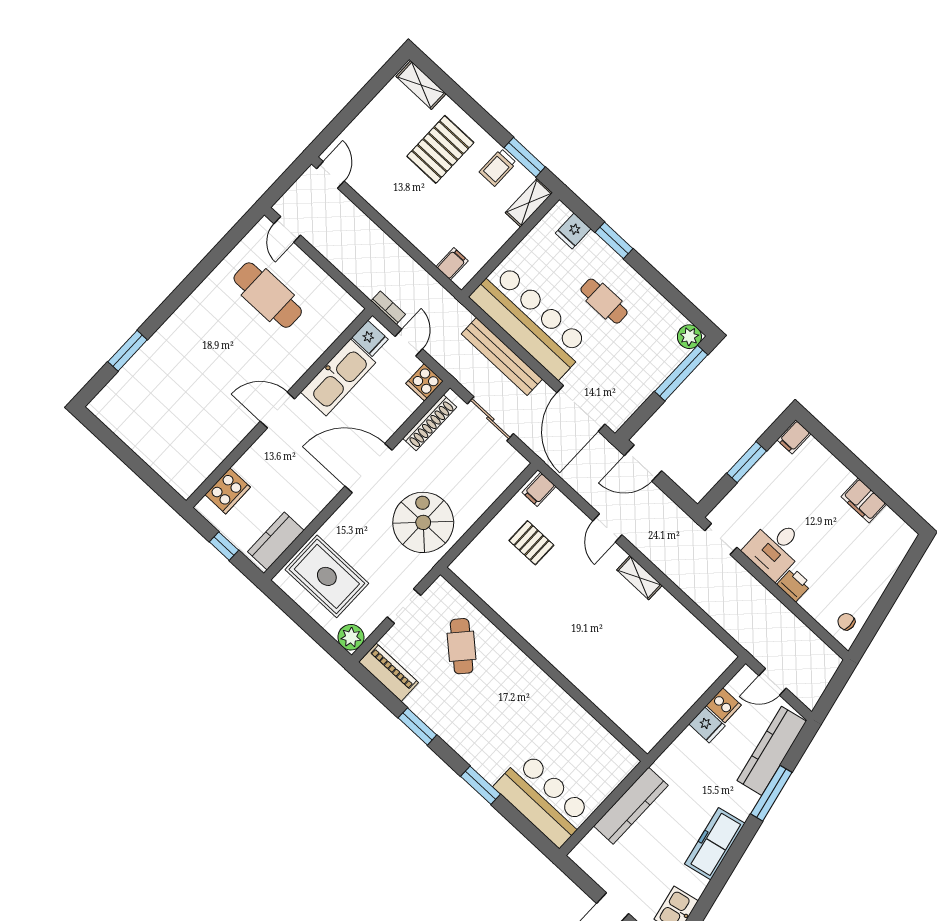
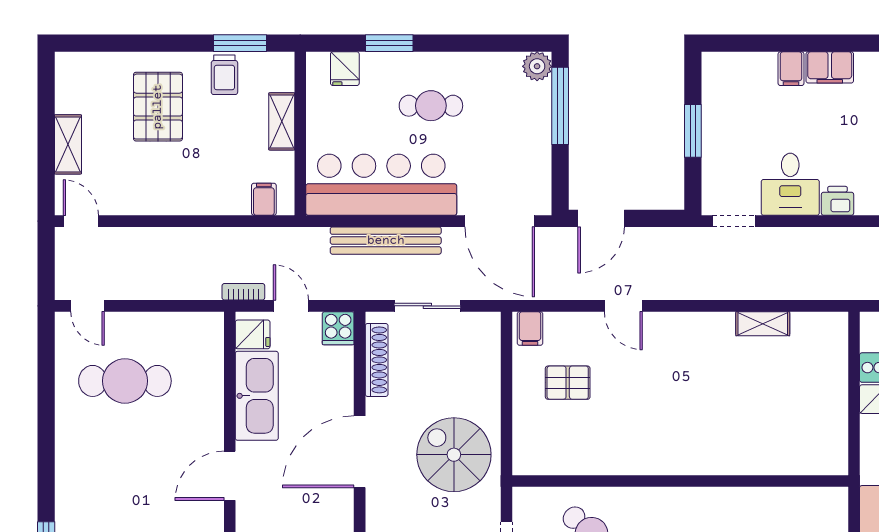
shelving: (421, 85) -> (68, 144), moved, turned 90
shelving: (529, 203) -> (282, 121), moved
filing cabinet: (794, 437) -> (791, 69), moved
shelving: (639, 578) -> (763, 324), moved

